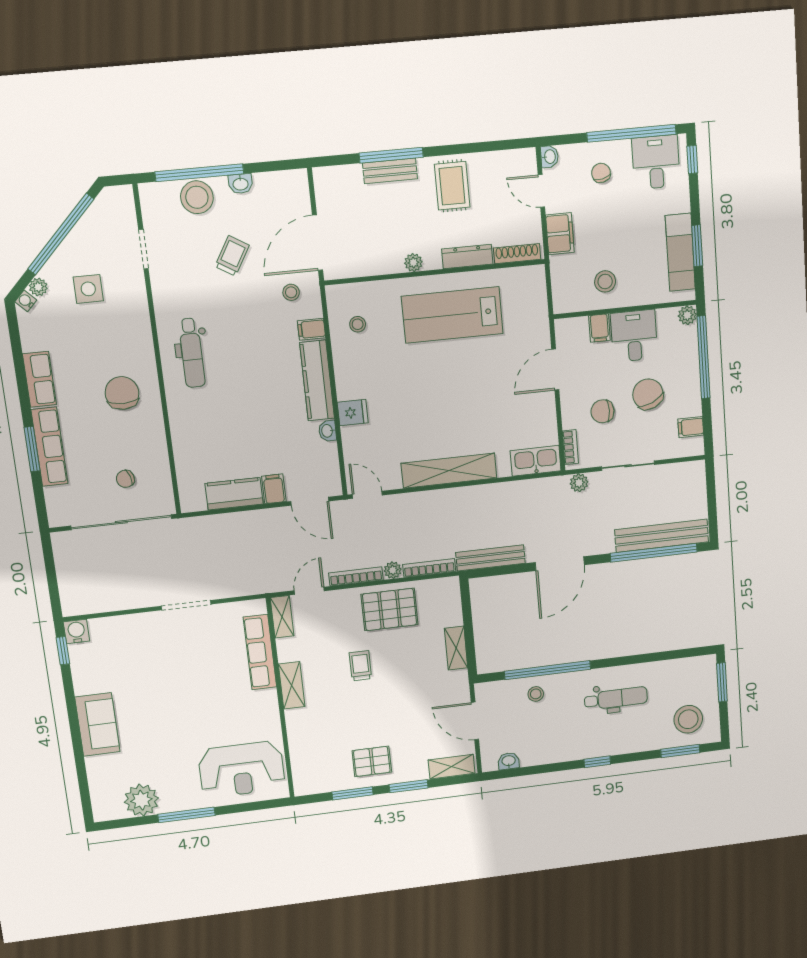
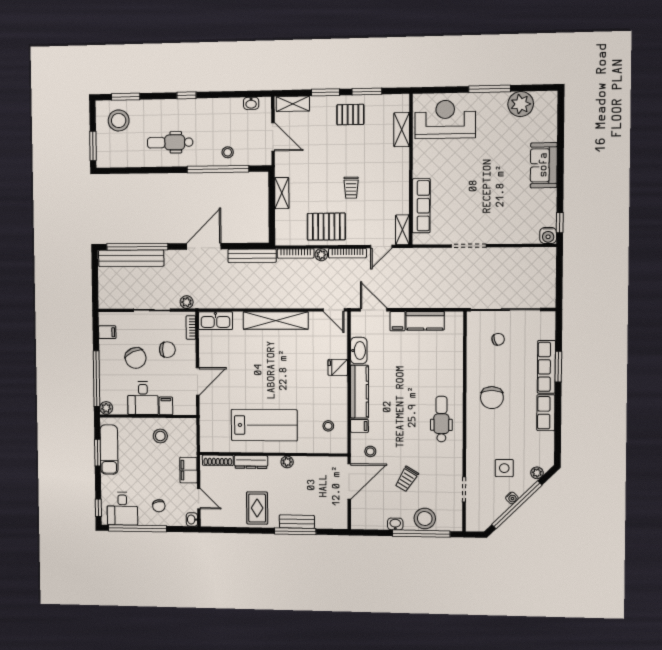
water cooler: (26, 301) -> (512, 498), moved
washbasin: (327, 431) -> (359, 351), width x1.91, depth x1.45
shelving: (292, 685) -> (402, 130), moved

